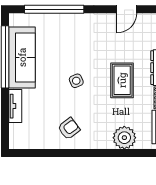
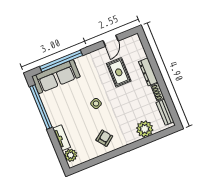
sofa: (22, 57) -> (56, 77), moved, turned 90
rug: (122, 80) -> (119, 72), moved
plant: (18, 133) -> (71, 155), added

